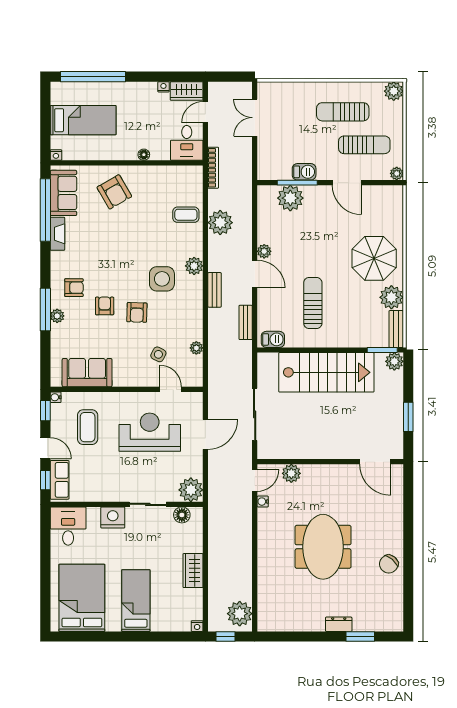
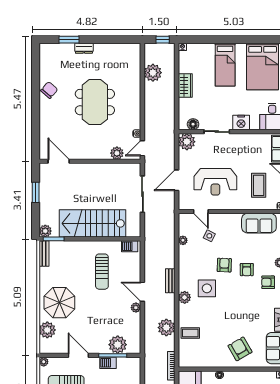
plant: (391, 297) -> (47, 330), moved
bench: (246, 322) -> (149, 258), removed
plant: (240, 614) -> (153, 73), moved

